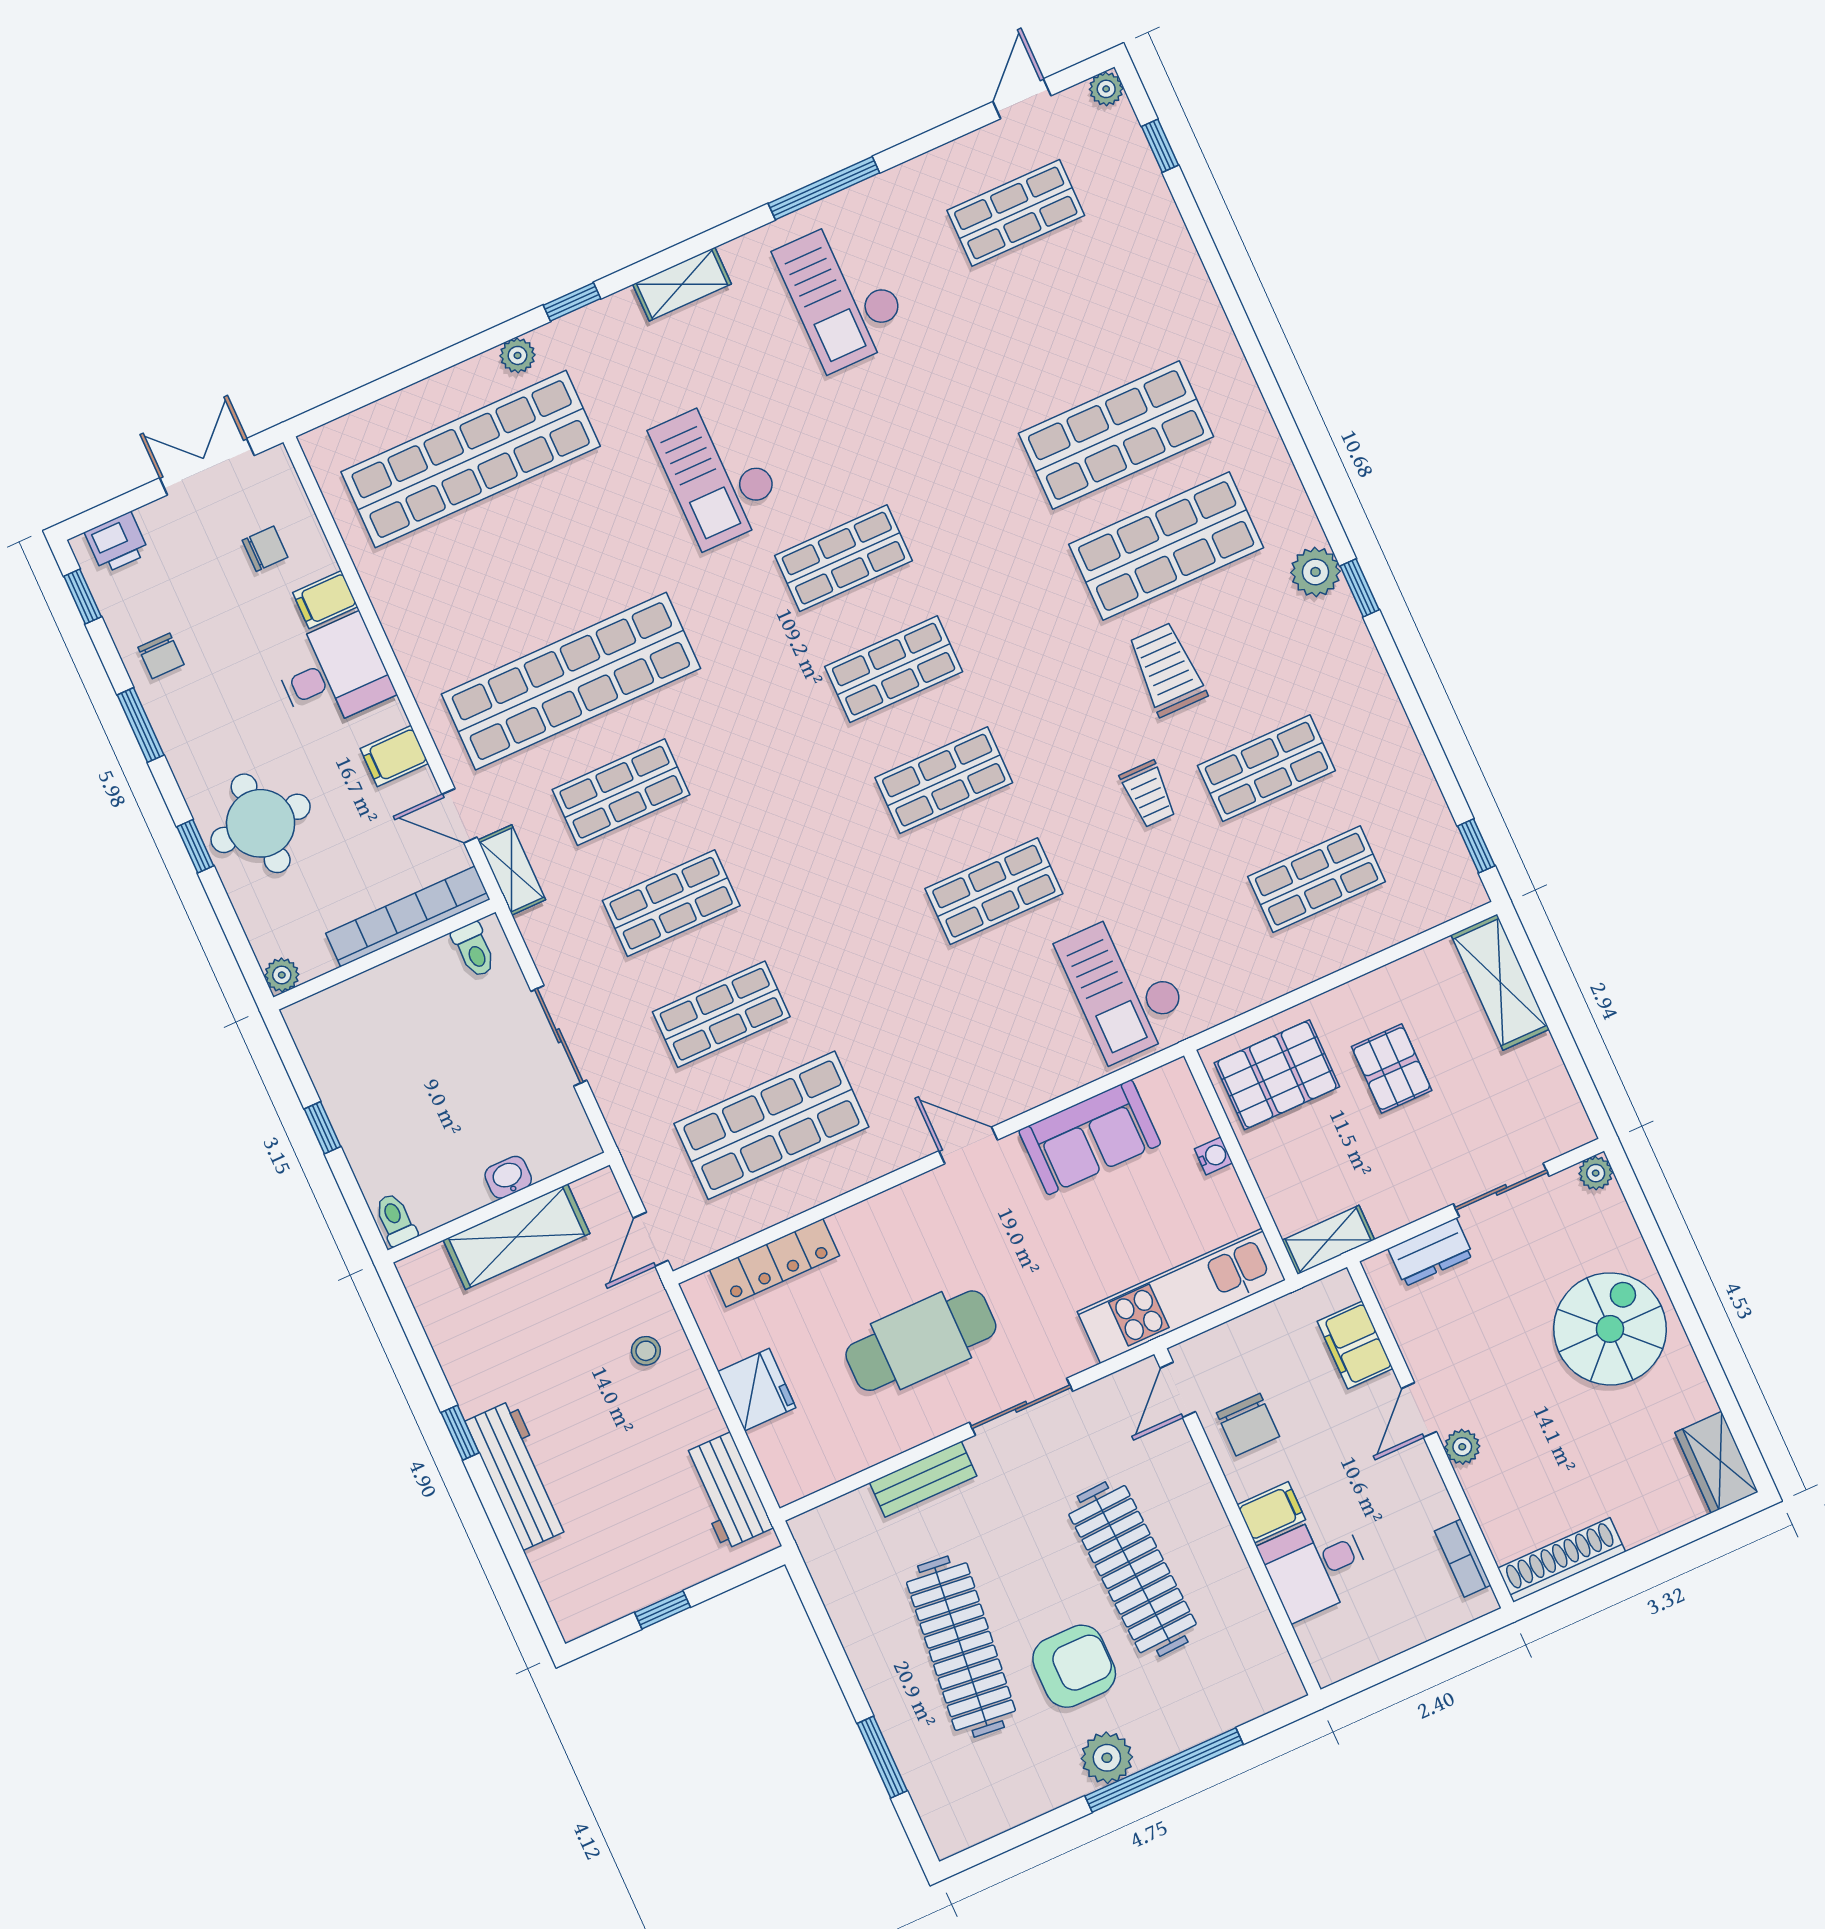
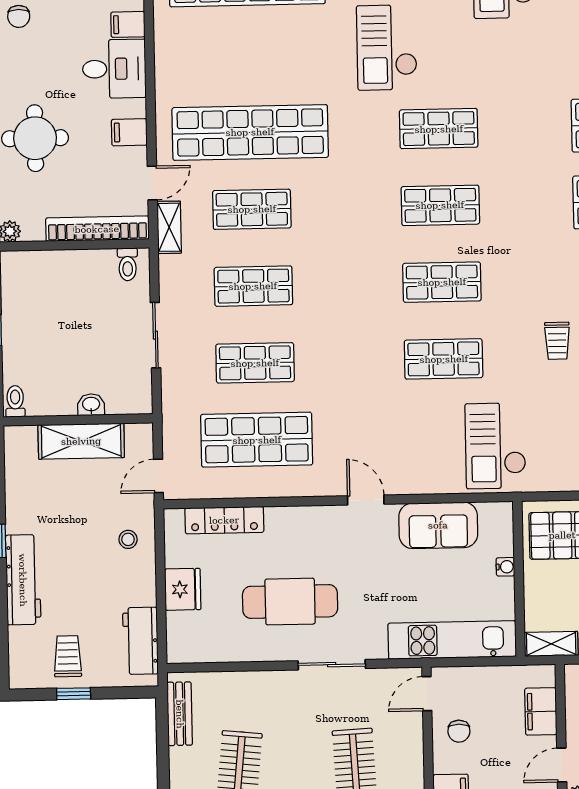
door: (460, 816) -> (152, 183), swing flipped
chair: (1248, 1425) -> (459, 731), width x0.73, depth x0.73
bench: (923, 1479) -> (180, 714), moved, turned 90
trolley: (631, 1559) -> (68, 656), added

